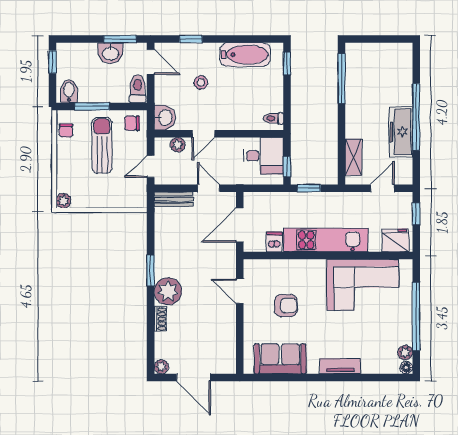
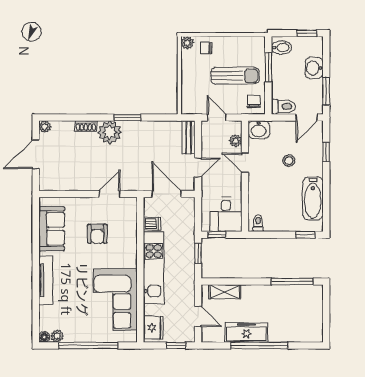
washbasin: (110, 53) -> (314, 68), moved
chair: (66, 131) -> (206, 48), moved
tv unit: (340, 366) -> (45, 280), width x1.41

